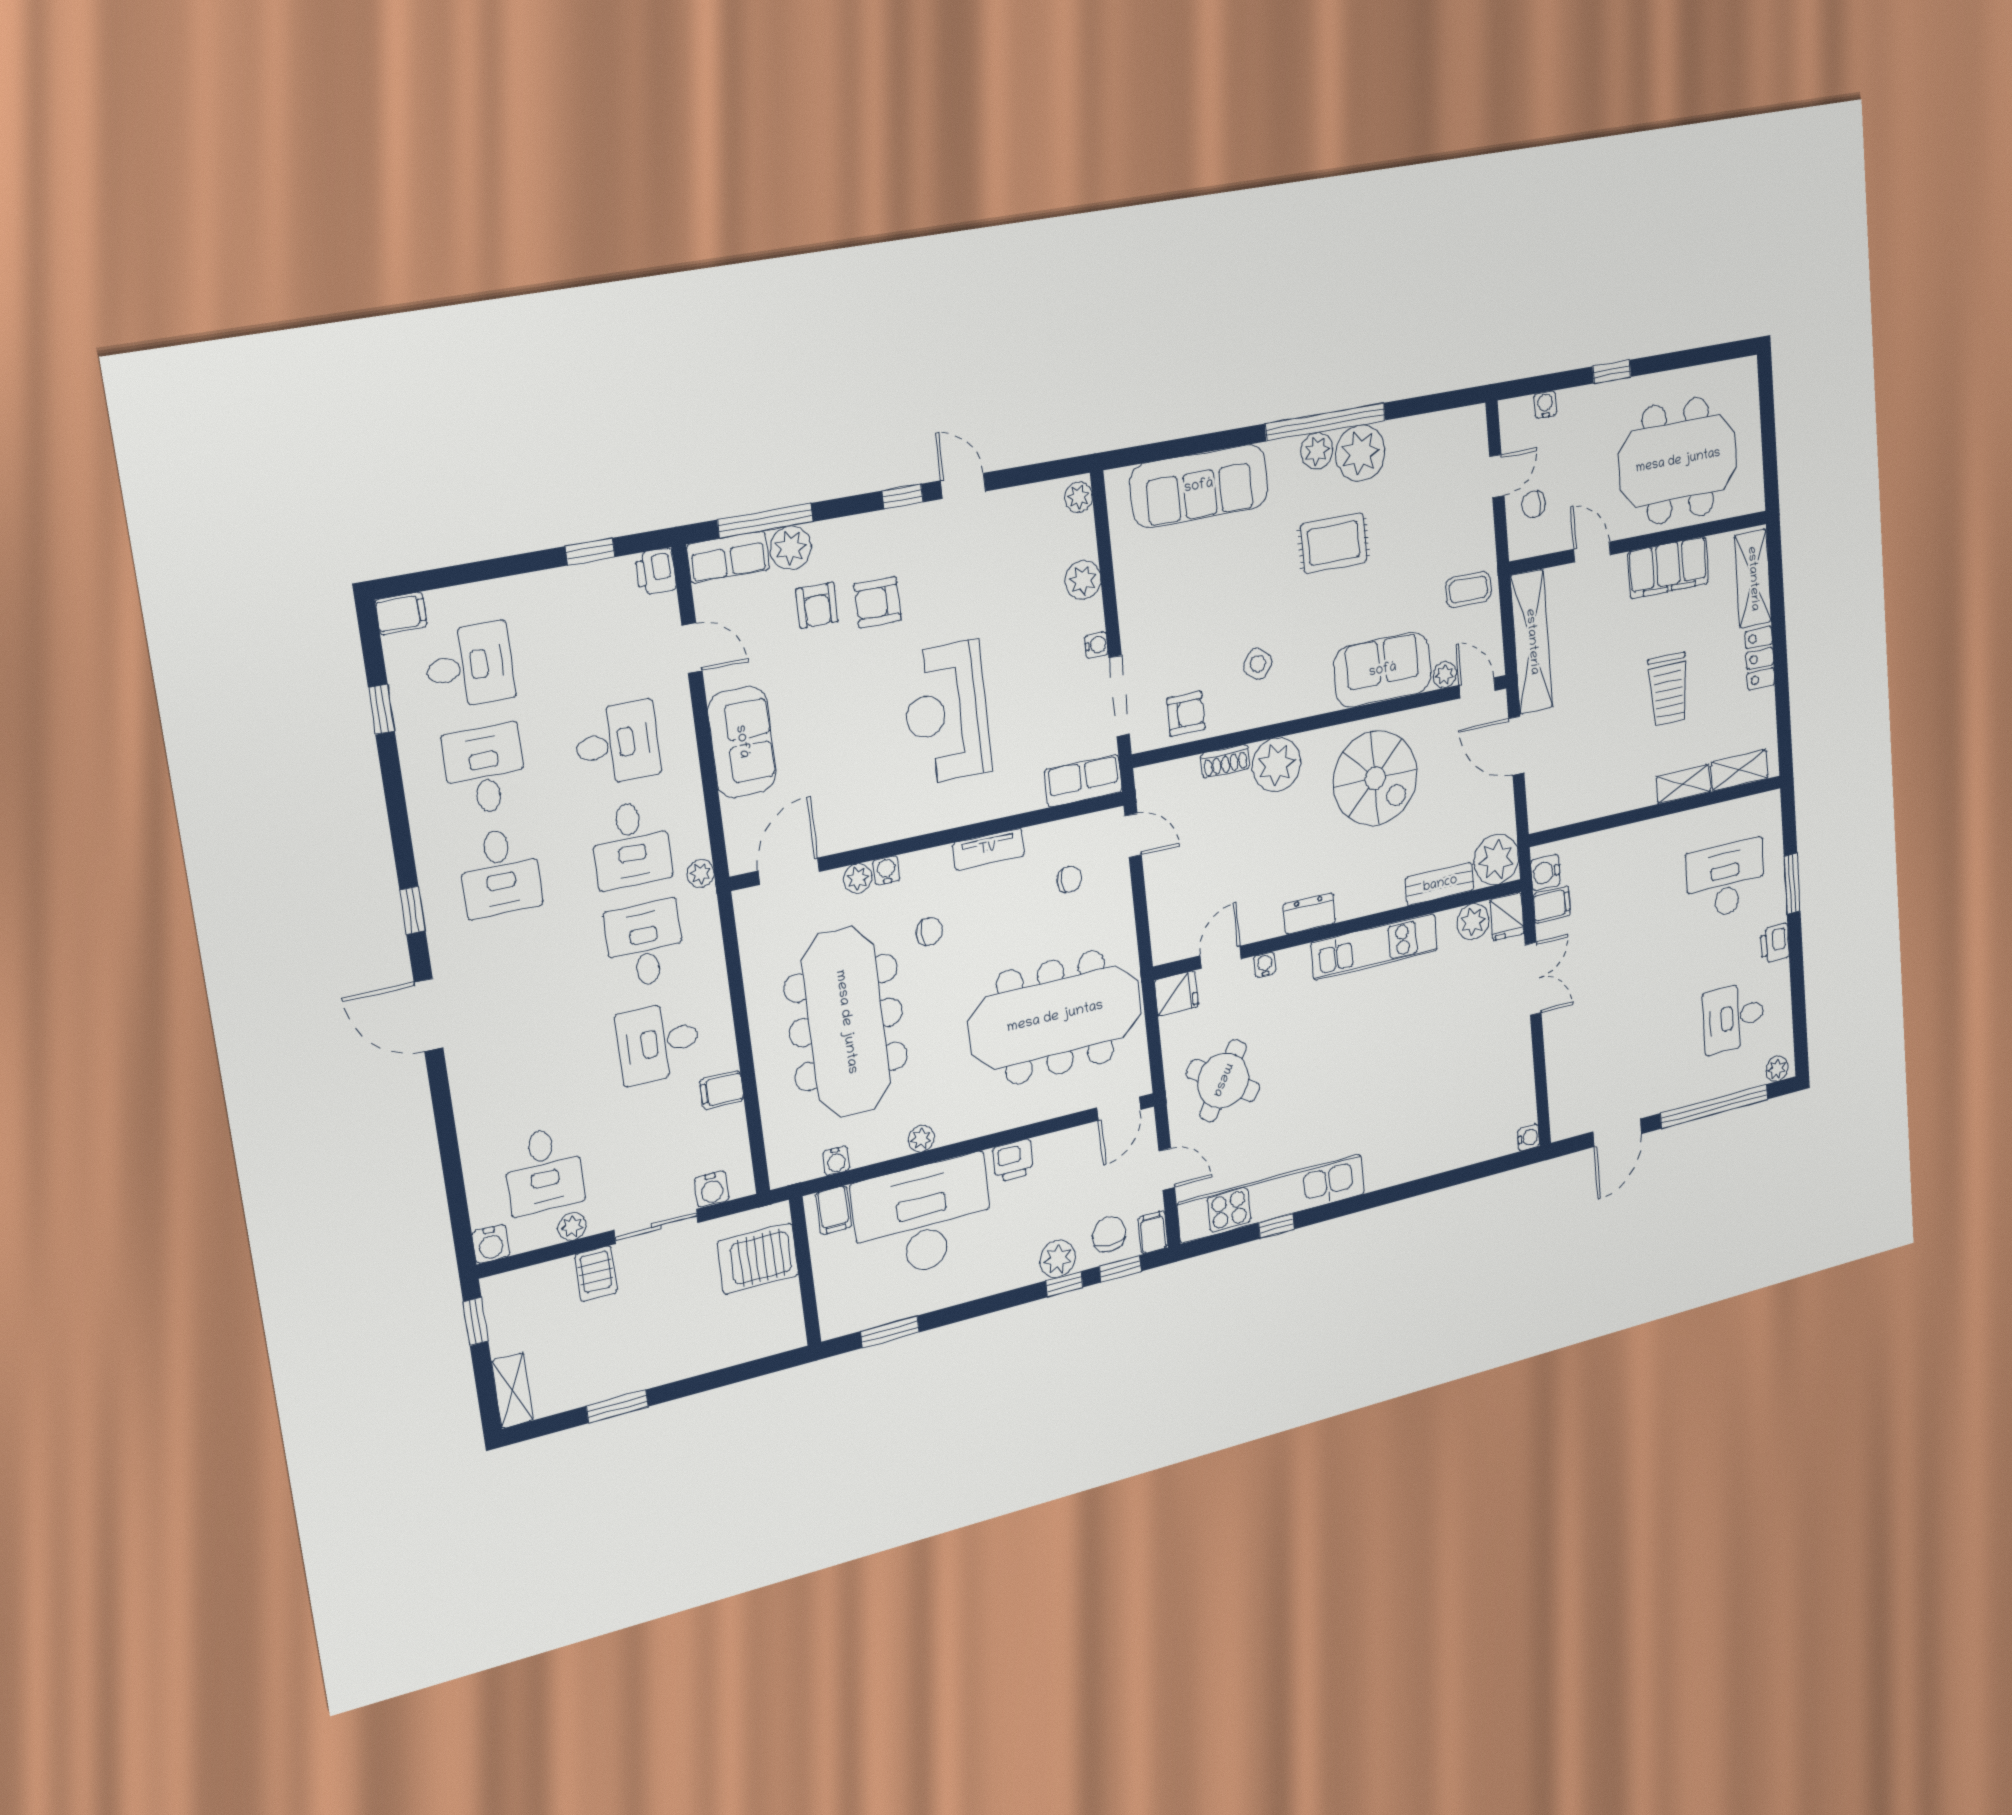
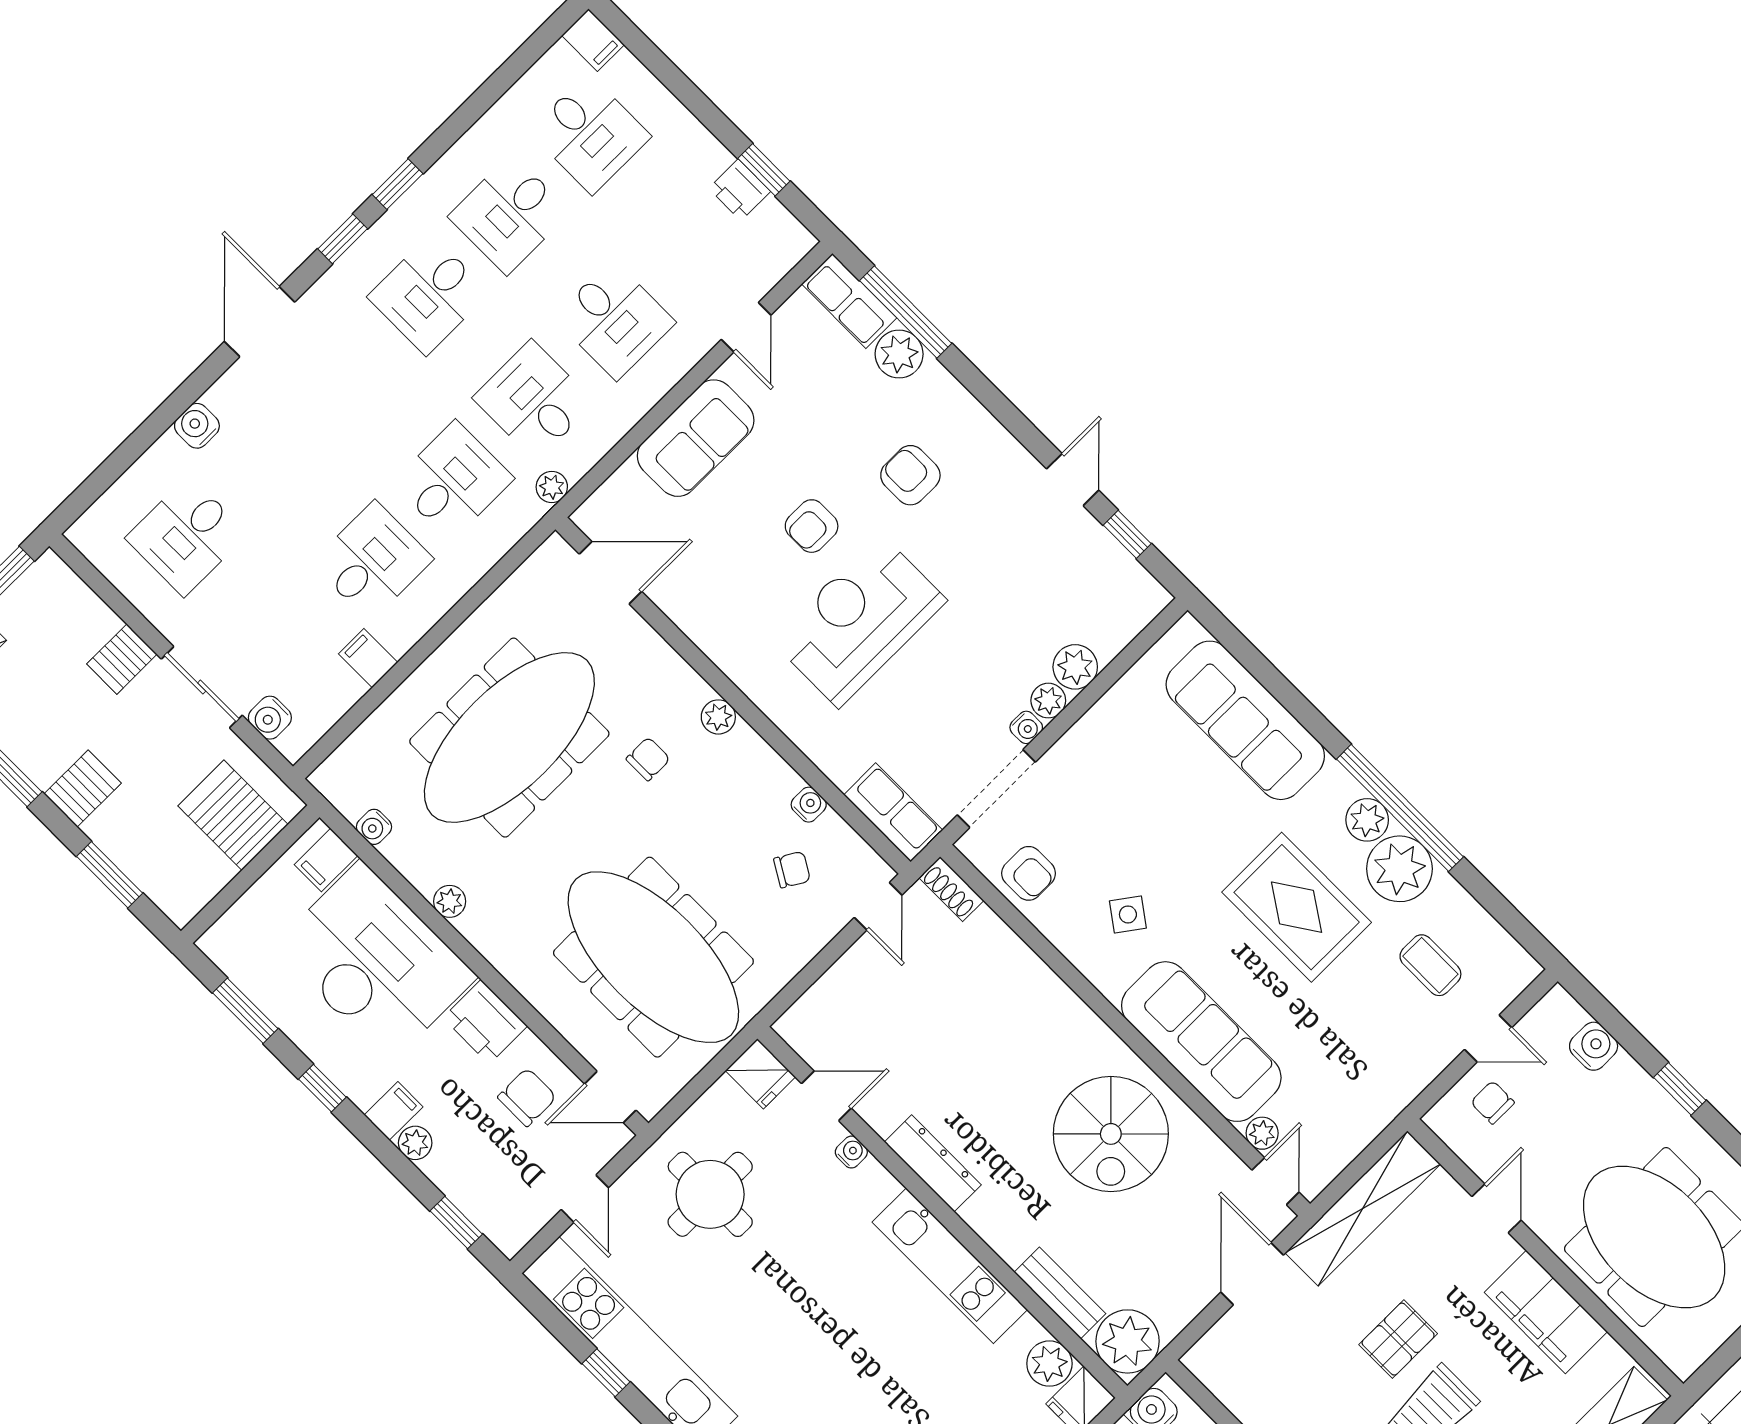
water cooler: (1545, 405) -> (1594, 1046), width x1.38, depth x1.38
window: (903, 497) -> (1127, 534), moved
plant: (1078, 497) -> (1048, 701), moved
rug: (1334, 543) -> (1297, 907), width x1.36, depth x1.43
printer: (656, 571) -> (740, 190), moved, turned -90
coffee table: (1468, 589) -> (1430, 965), moved
armchair: (817, 605) -> (812, 526), moved
sofa: (1383, 670) -> (1201, 1042), width x1.36
pallet: (1616, 678) -> (1398, 1339), added
window: (382, 709) -> (398, 184), moved
shoe rack: (1225, 761) -> (951, 889), moved
plant: (1276, 765) -> (1049, 1011), removed
desk: (485, 770) -> (509, 214), turned 180
desk: (631, 845) -> (534, 400), turned 90
tv unit: (988, 849) -> (764, 762), removed
water cooler: (886, 870) -> (809, 805), moved
plant: (858, 879) -> (718, 717), moved
chair: (1069, 879) -> (792, 870), turned -59
dresser: (1309, 914) -> (933, 1163), width x1.44
chair: (929, 931) -> (648, 759), turned -90
desk: (658, 1042) -> (372, 561), turned 90
round table: (1223, 1080) -> (710, 1194), turned -32
printer: (1013, 1161) -> (485, 1022), width x1.36, depth x1.24
plant: (572, 1226) -> (152, 602), removed
filing cabinet: (1153, 1232) -> (394, 1111), moved
chair: (1109, 1234) -> (527, 1097), moved
water cooler: (491, 1244) -> (197, 426), moved, turned 90
plant: (1058, 1259) -> (415, 1143), width x0.73, depth x0.73
window: (1064, 1284) -> (322, 1088), moved
server rack: (664, 1358) -> (83, 789), added
window: (735, 1374) -> (110, 875), added

